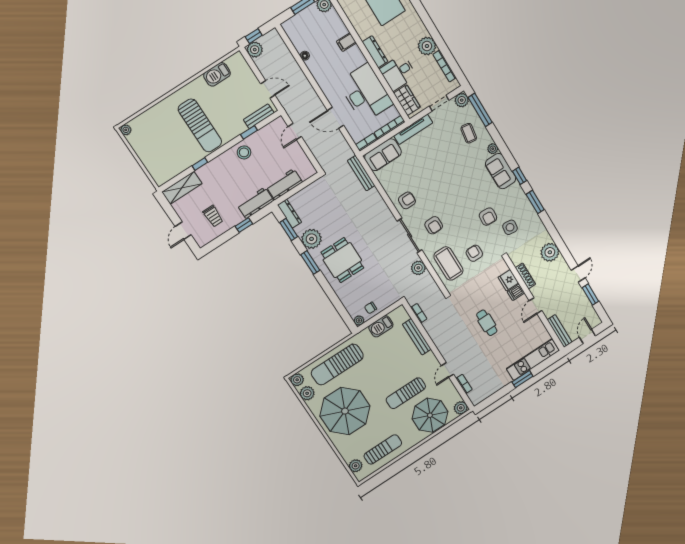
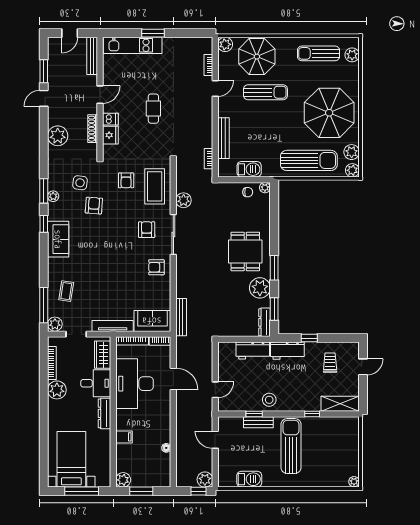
bench: (259, 116) -> (258, 422), moved
plant: (493, 149) -> (53, 196), moved

